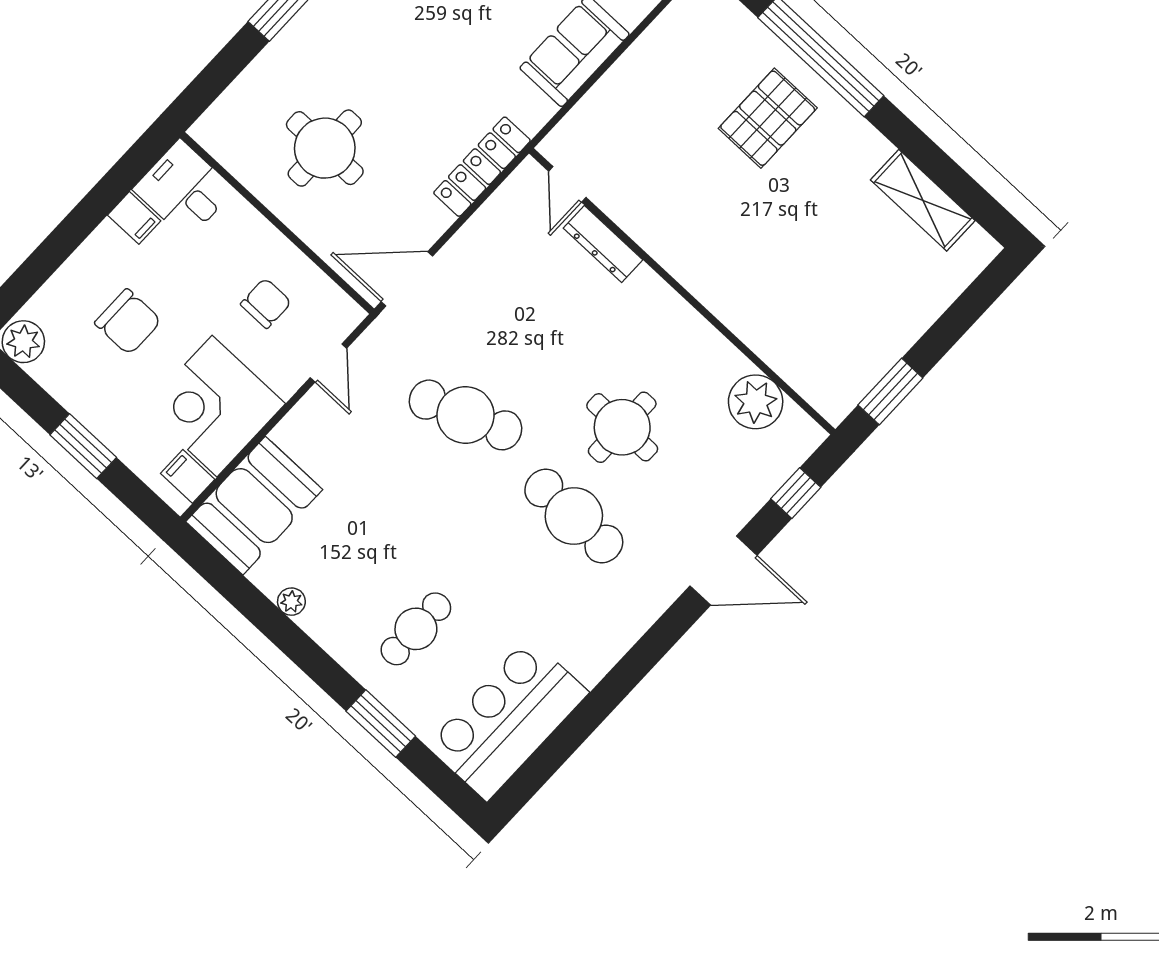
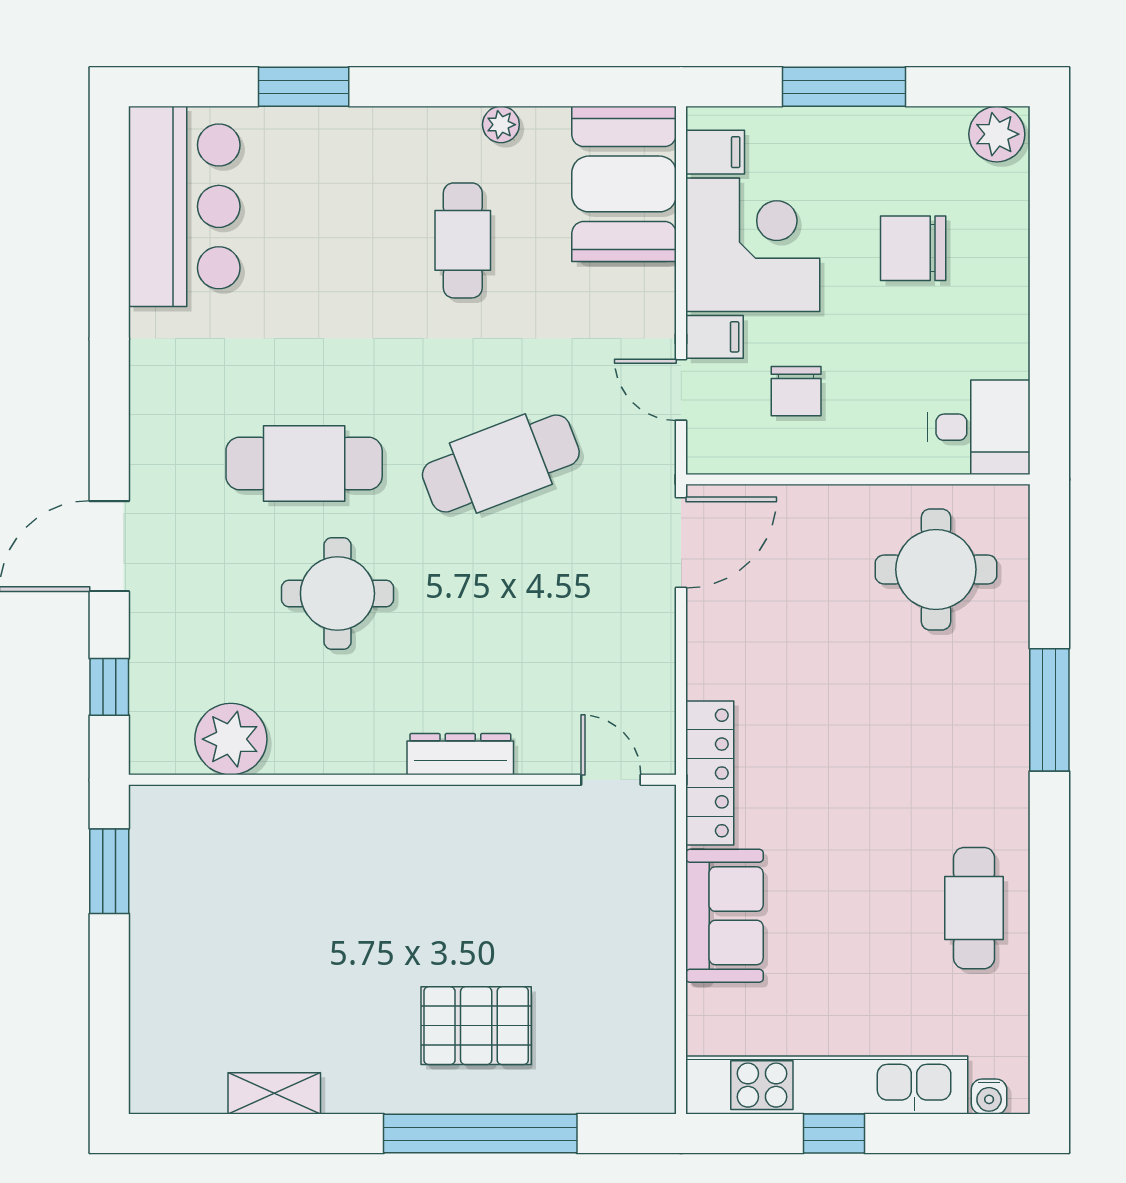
pallet: (768, 118) -> (476, 1026), turned 90
round table: (325, 148) -> (936, 569), moved
locker: (482, 167) -> (710, 773), moved
shelving: (923, 200) -> (274, 1093), width x0.67, depth x0.75
filing cabinet: (134, 218) -> (715, 337), moved, turned 180
dresser: (603, 244) -> (460, 754), moved
window: (83, 446) -> (844, 87), width x1.44
cafe table: (416, 629) -> (463, 240), moved

